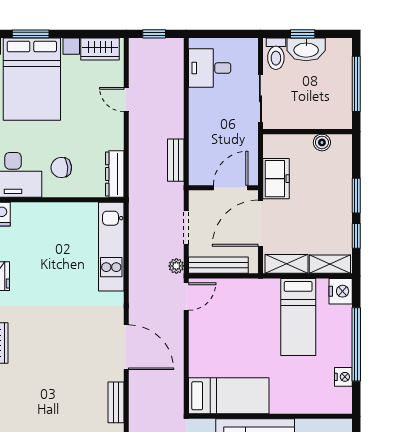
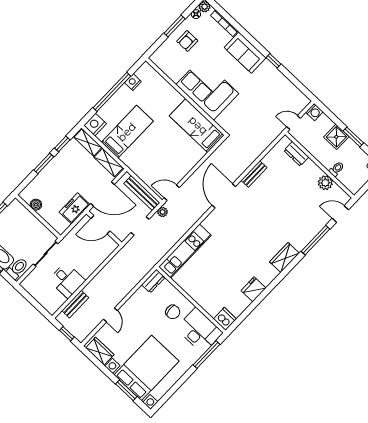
desk: (210, 68) -> (67, 280), moved
bench: (176, 160) -> (75, 304), moved
dresser: (115, 174) -> (153, 281), width x0.70

